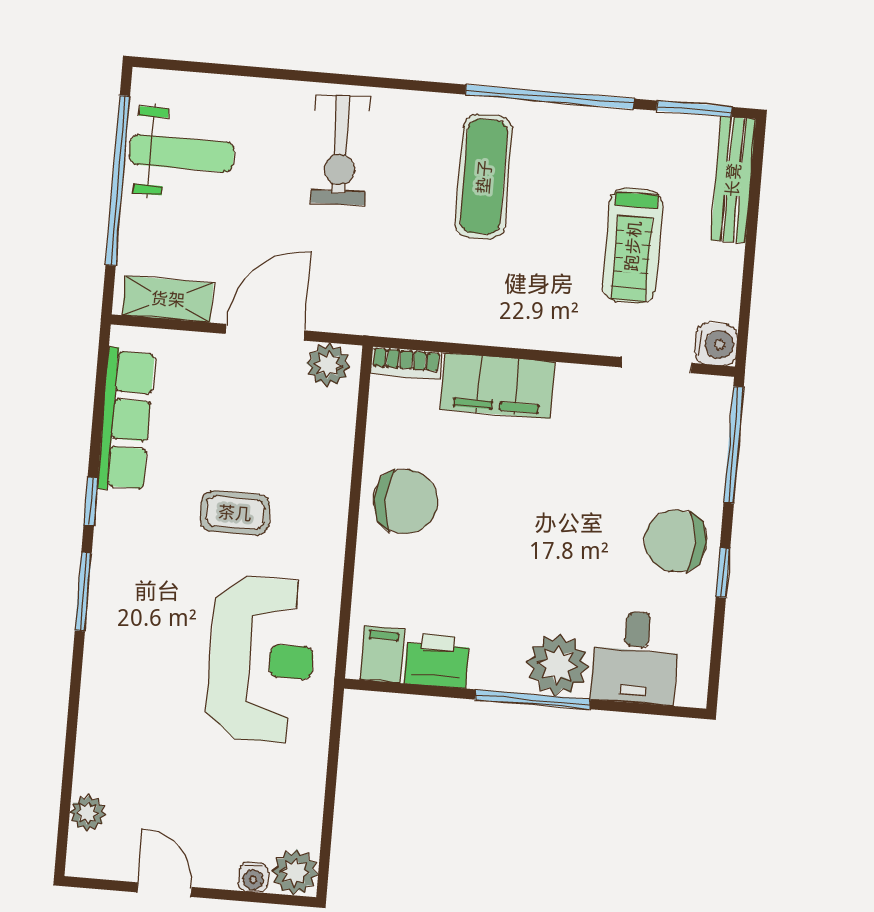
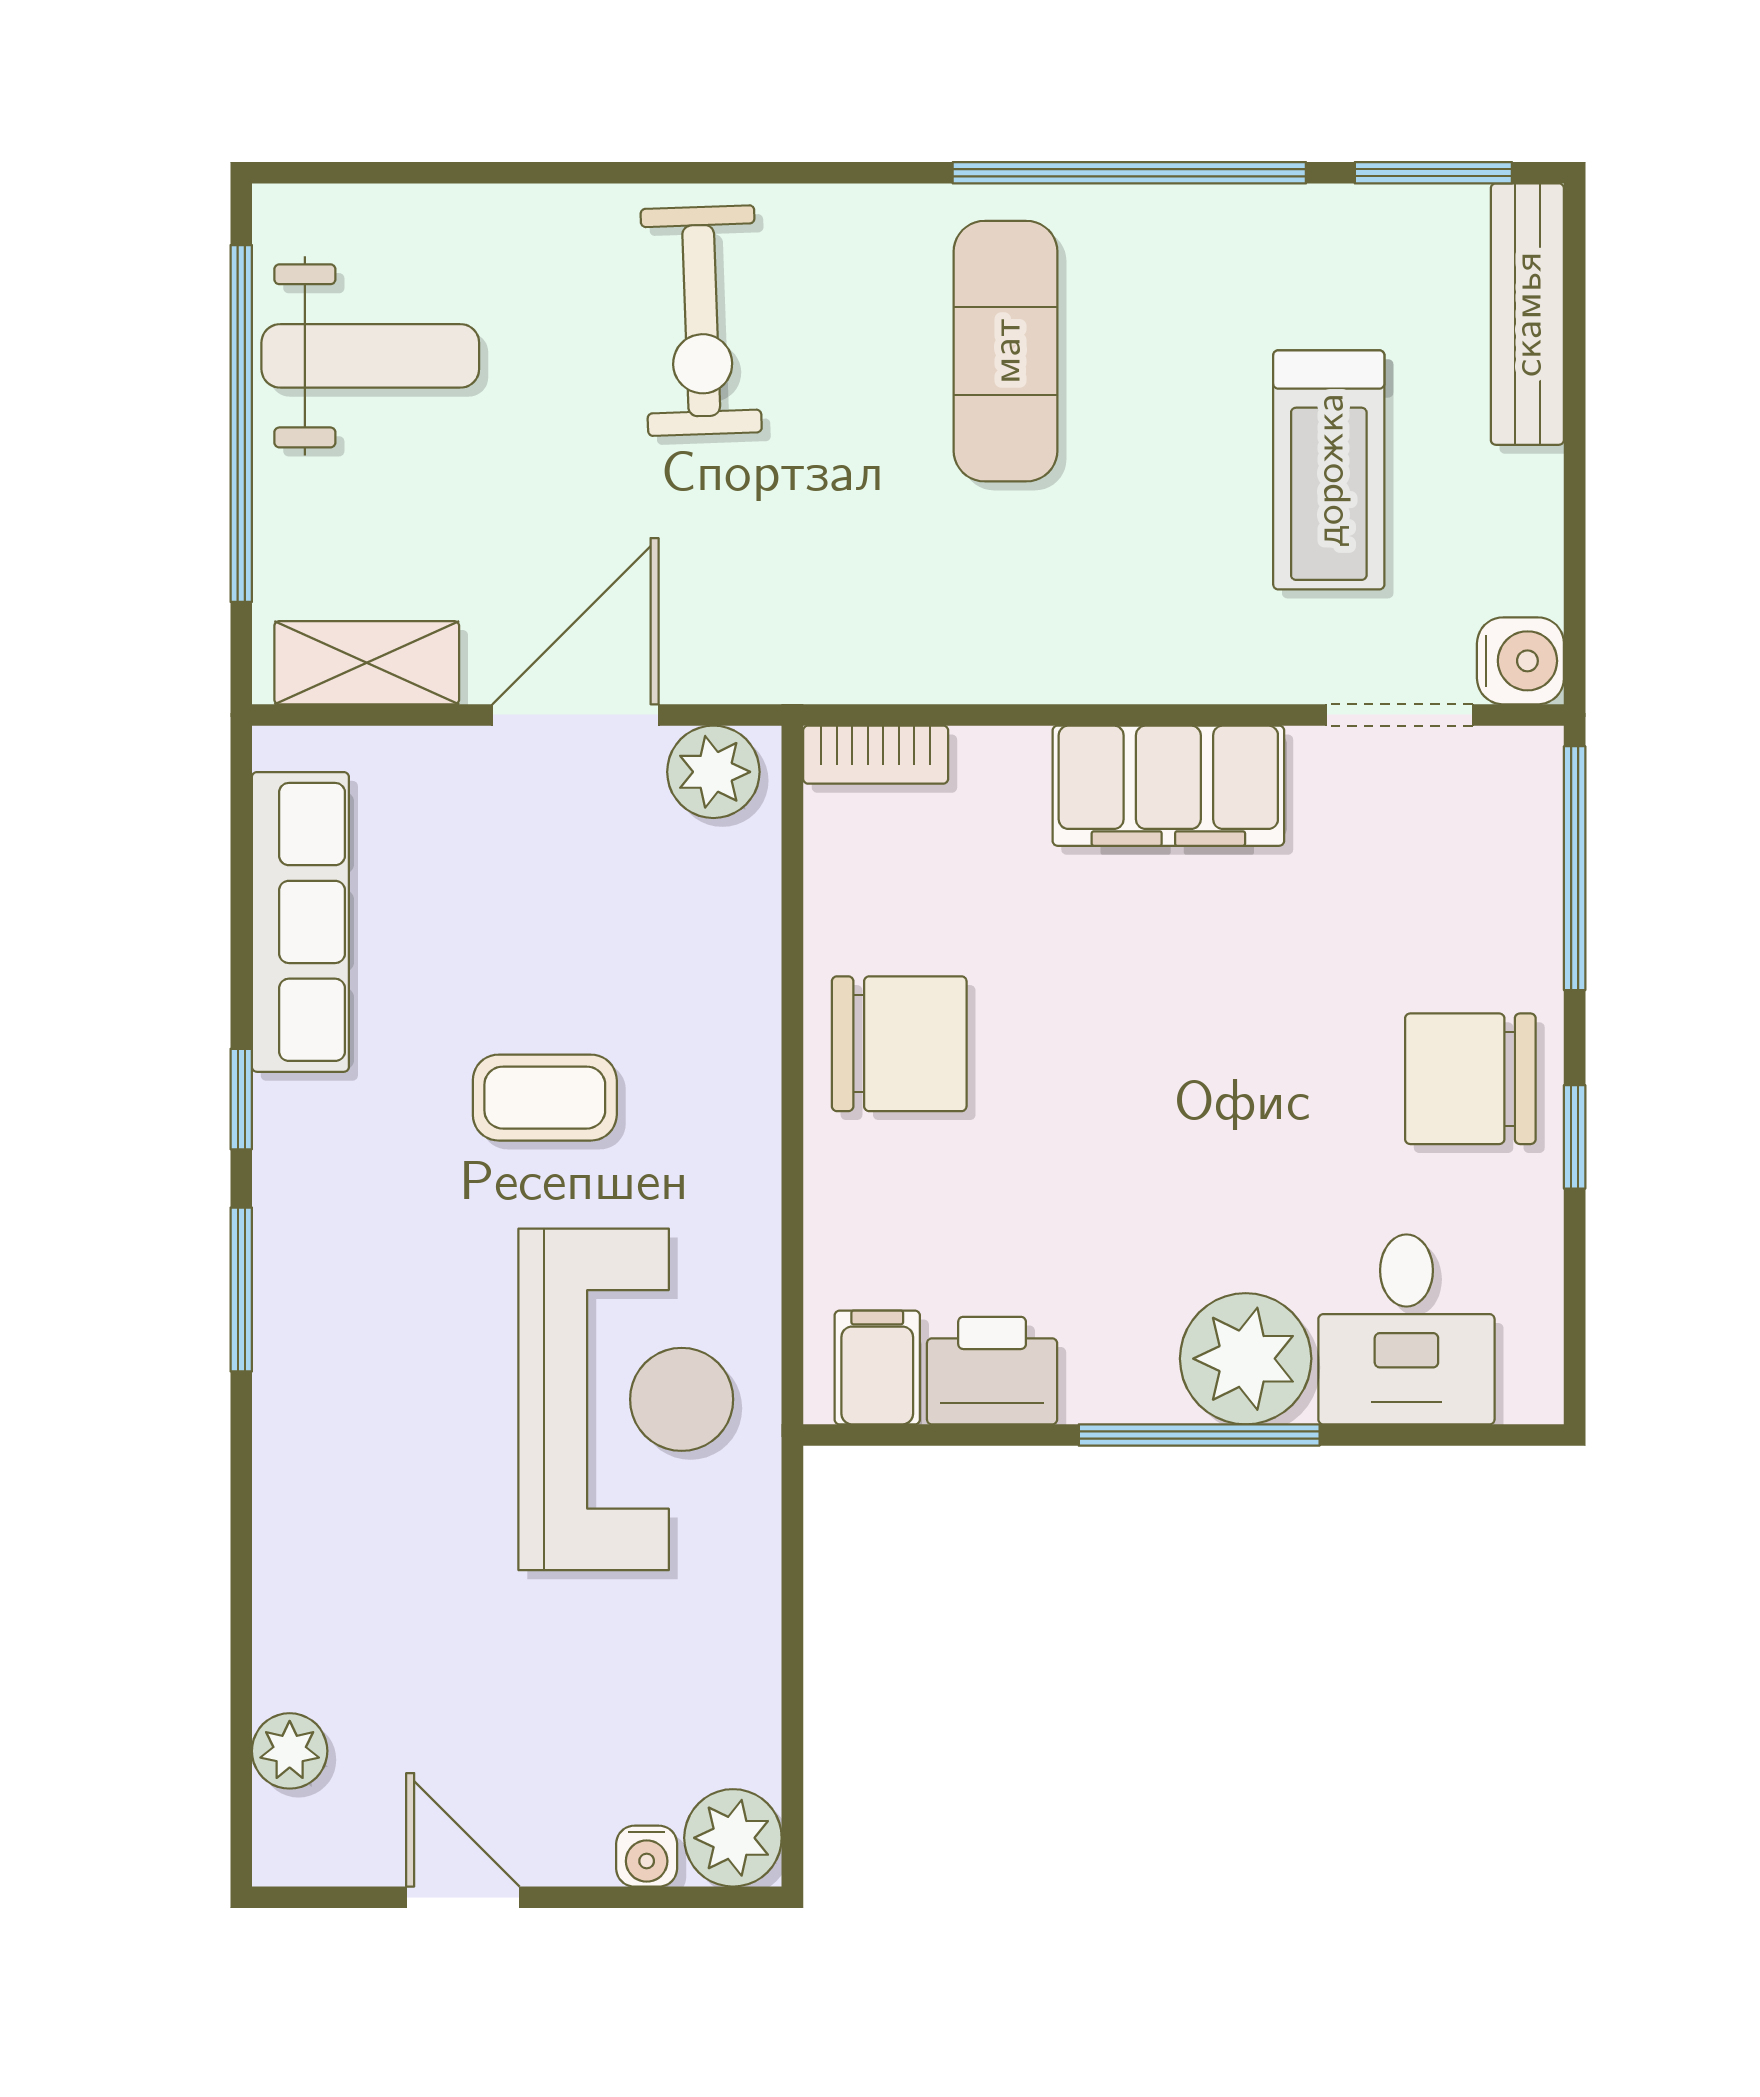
filing cabinet: (498, 386) -> (1168, 786), moved

